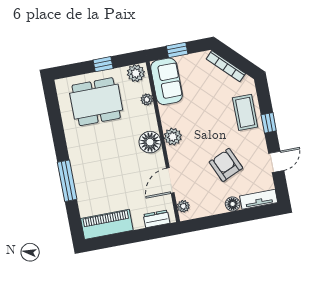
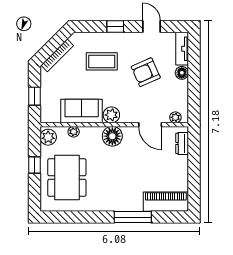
sofa: (167, 81) -> (82, 111), moved
coffee table: (245, 112) -> (102, 61), moved
piano: (107, 224) -> (166, 202), moved, turned 90

